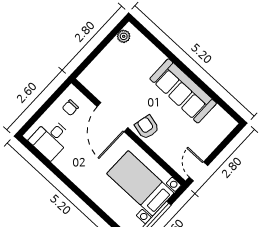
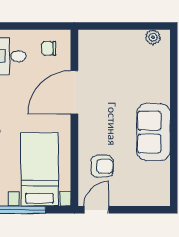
sofa: (183, 91) -> (153, 132), width x0.73
armchair: (147, 127) -> (102, 166), moved, turned 77

